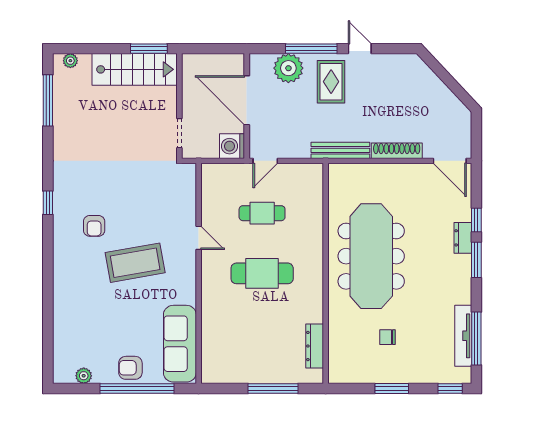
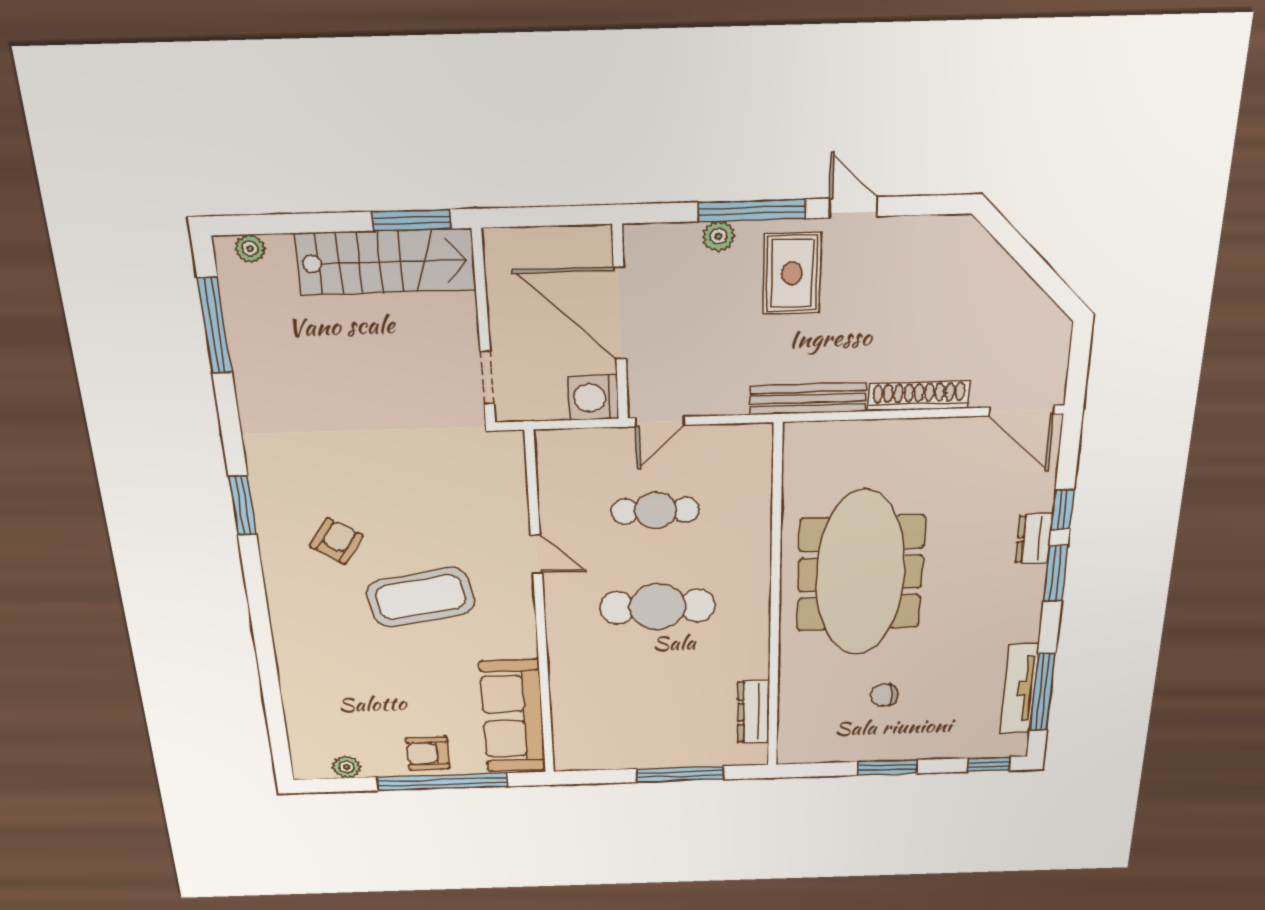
plant: (288, 68) -> (719, 236), width x0.53, depth x0.53
window: (48, 203) -> (243, 506), width x1.50
armchair: (94, 226) -> (337, 541), turned -147

